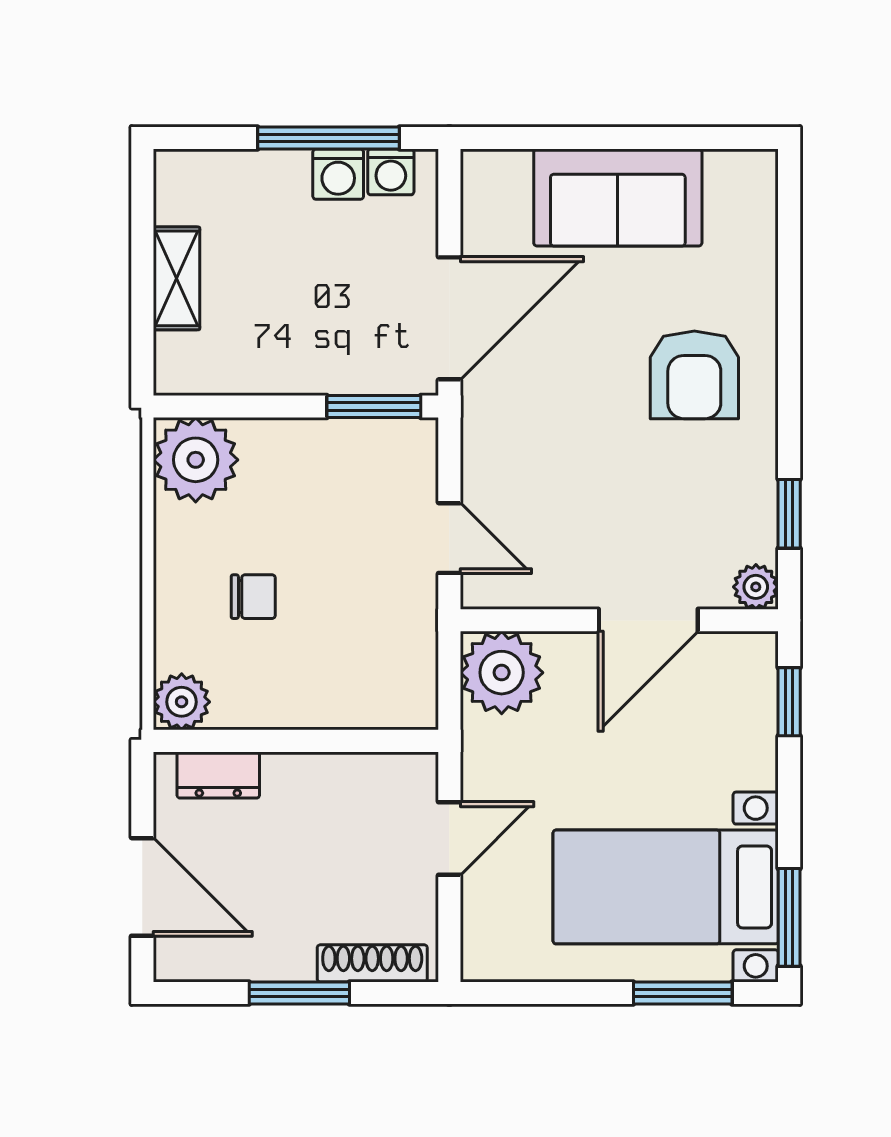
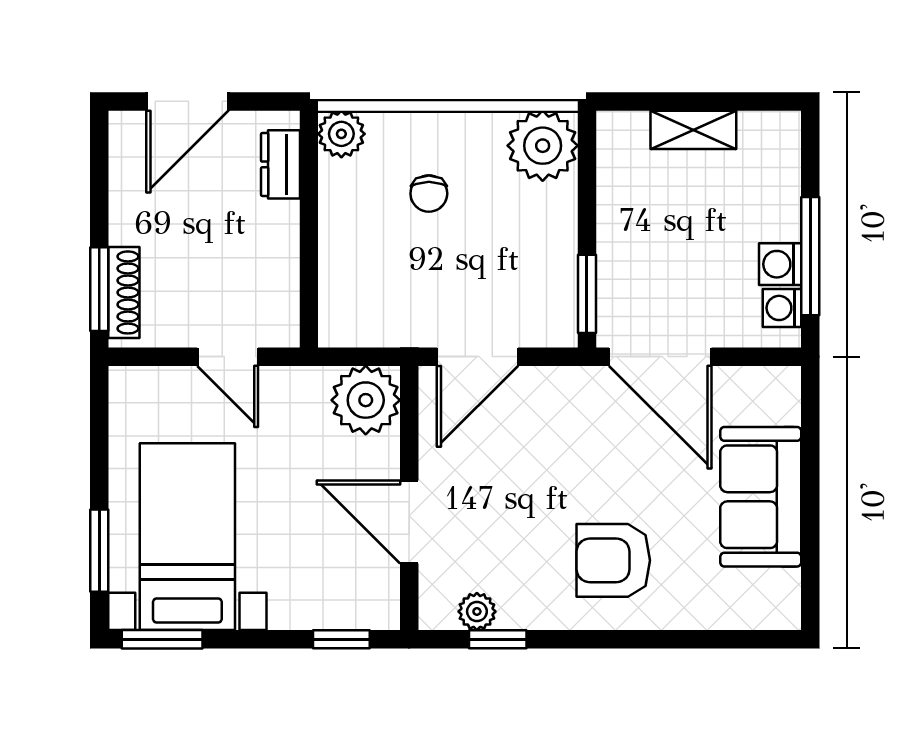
door: (449, 538) -> (477, 357), width x1.38
plant: (756, 587) -> (477, 611), moved
window: (299, 993) -> (99, 289), moved

